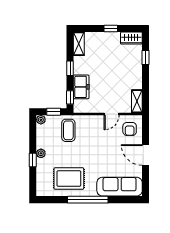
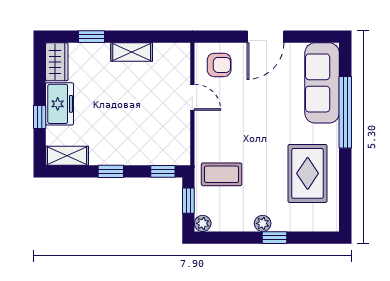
window: (111, 28) -> (40, 117), moved
freezer: (81, 87) -> (60, 104), moved, turned 90
shelving: (137, 101) -> (132, 52), moved
window: (88, 200) -> (345, 112), moved

